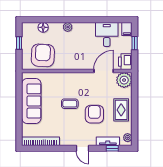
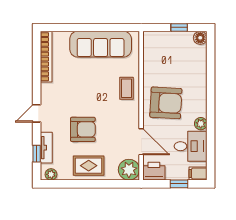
floor lamp: (43, 27) -> (200, 38), moved
plant: (68, 27) -> (201, 124), moved
armchair: (43, 55) -> (166, 103), moved
coffee table: (70, 104) -> (127, 88), moved

